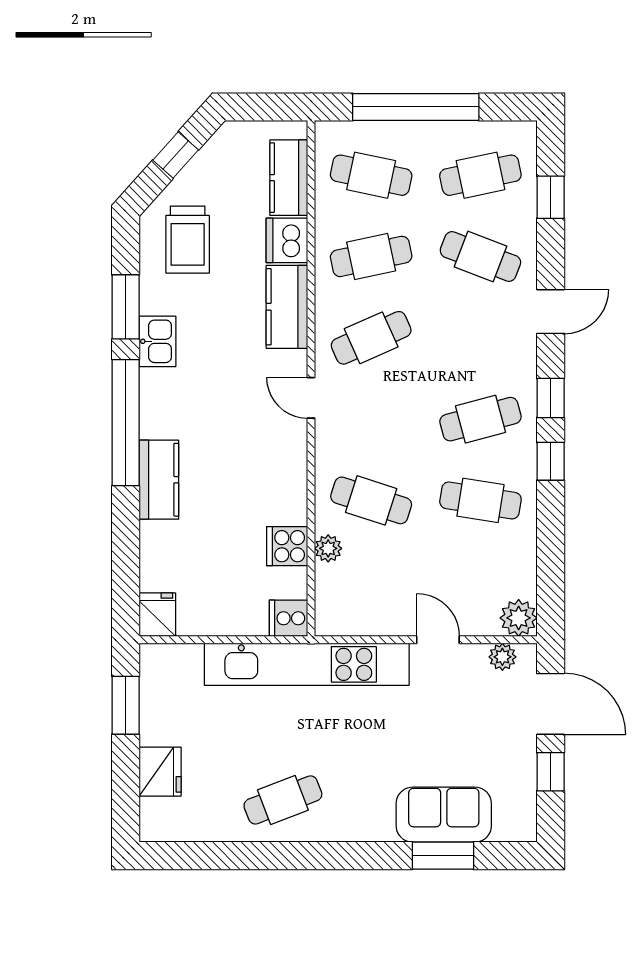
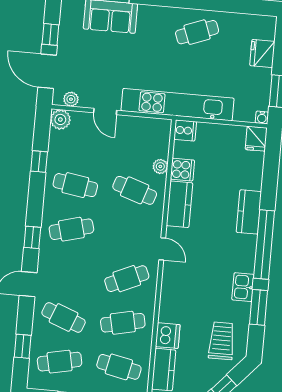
kitchen counter: (287, 307) -> (179, 204), moved
window: (551, 461) -> (39, 162), moved
water cooler: (150, 654) -> (262, 117), added

